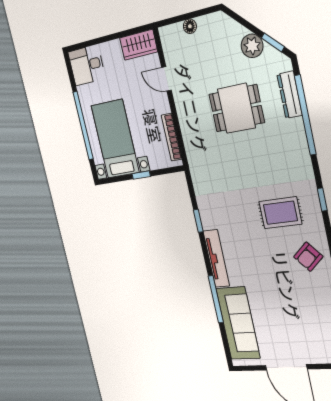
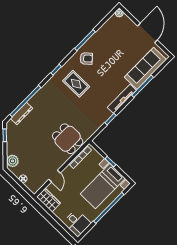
plant: (252, 46) -> (13, 161), moved
dining table: (236, 108) -> (68, 139), moved

